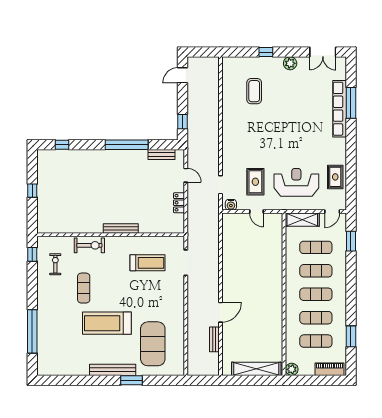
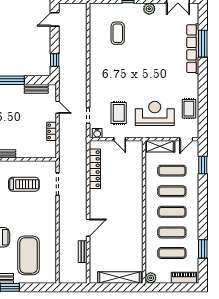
locker: (228, 245) -> (95, 169), added

